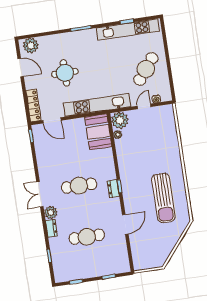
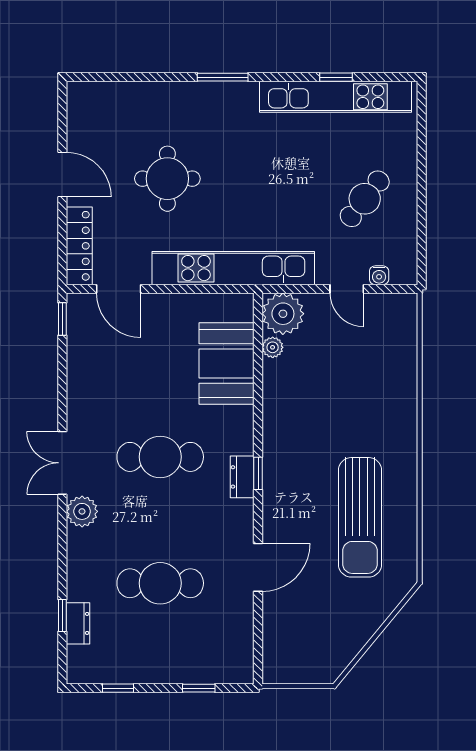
plant: (31, 45) -> (95, 100), removed
door: (21, 68) -> (62, 175), moved
cafe table: (146, 69) -> (365, 199), width x0.73, depth x0.74
door: (144, 106) -> (347, 289), swing flipped
booth: (98, 132) -> (227, 363), moved
dresser: (52, 228) -> (78, 623), moved

